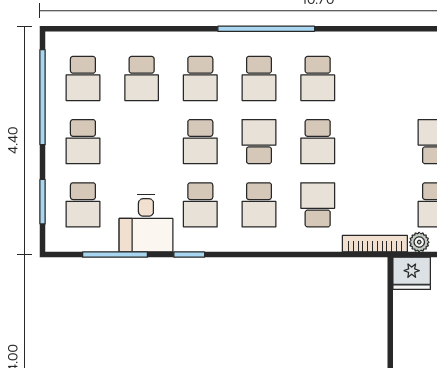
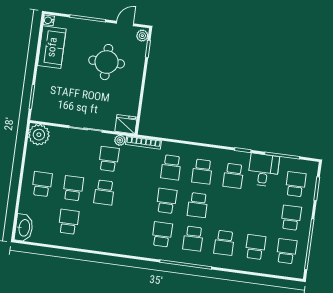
school desk: (200, 78) -> (224, 243), turned 180
school desk: (259, 78) -> (193, 239), turned 180
school desk: (200, 142) -> (229, 209), removed
school desk: (200, 205) -> (233, 176), turned 180
school desk: (259, 205) -> (202, 172), turned 180

